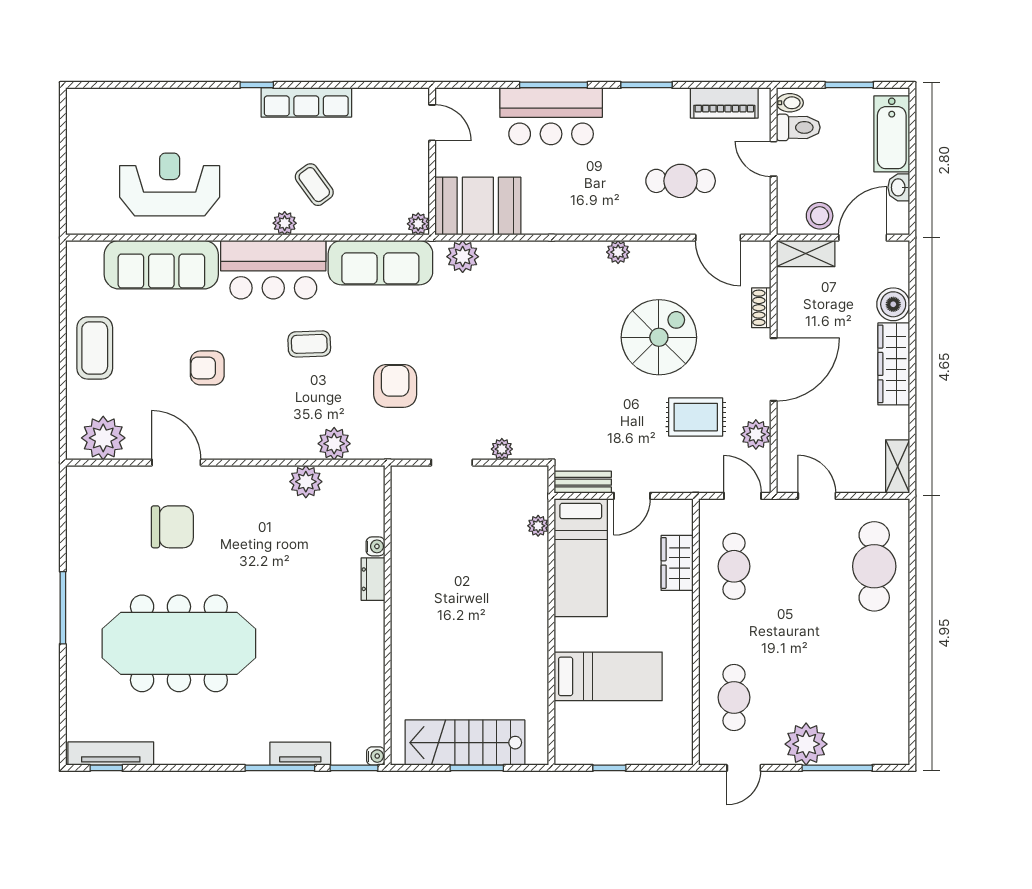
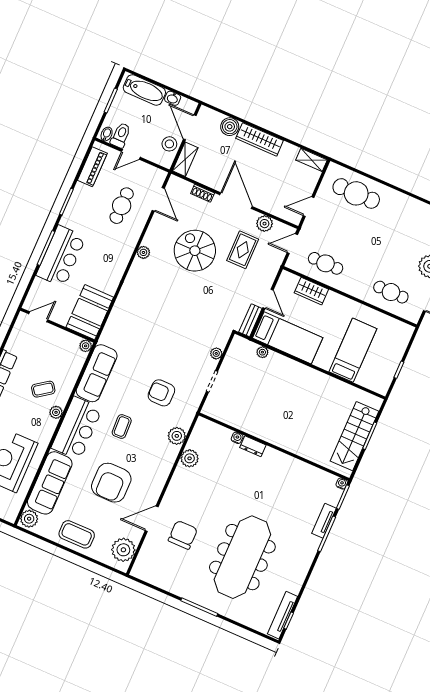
door: (718, 238) -> (158, 199), hinge flipped
plant: (463, 257) -> (29, 519), moved
armchair: (207, 368) -> (111, 483), width x1.88, depth x1.88

